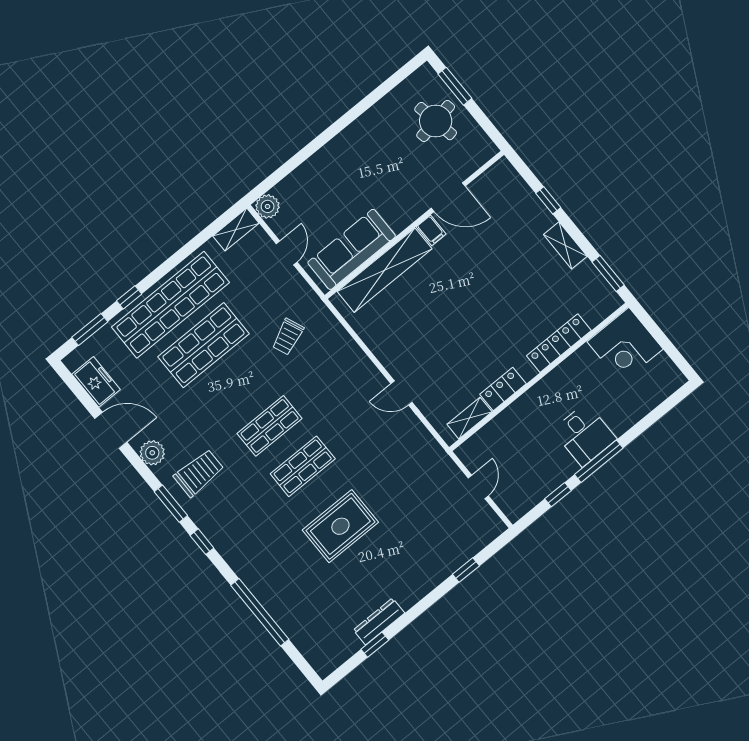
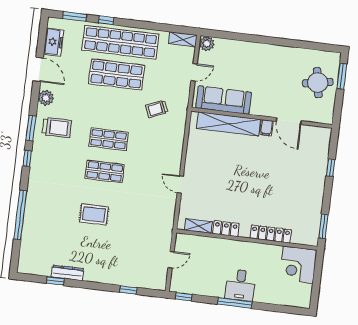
shelving: (565, 245) -> (318, 195), removed
window: (558, 495) -> (184, 297), moved
rug: (340, 526) -> (94, 214), width x0.73, depth x0.70

